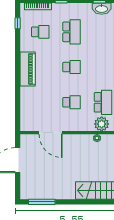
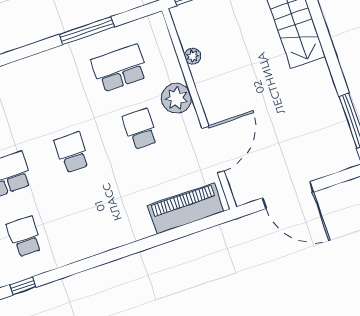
piano: (28, 69) -> (186, 208), moved
plant: (102, 124) -> (176, 98), moved

